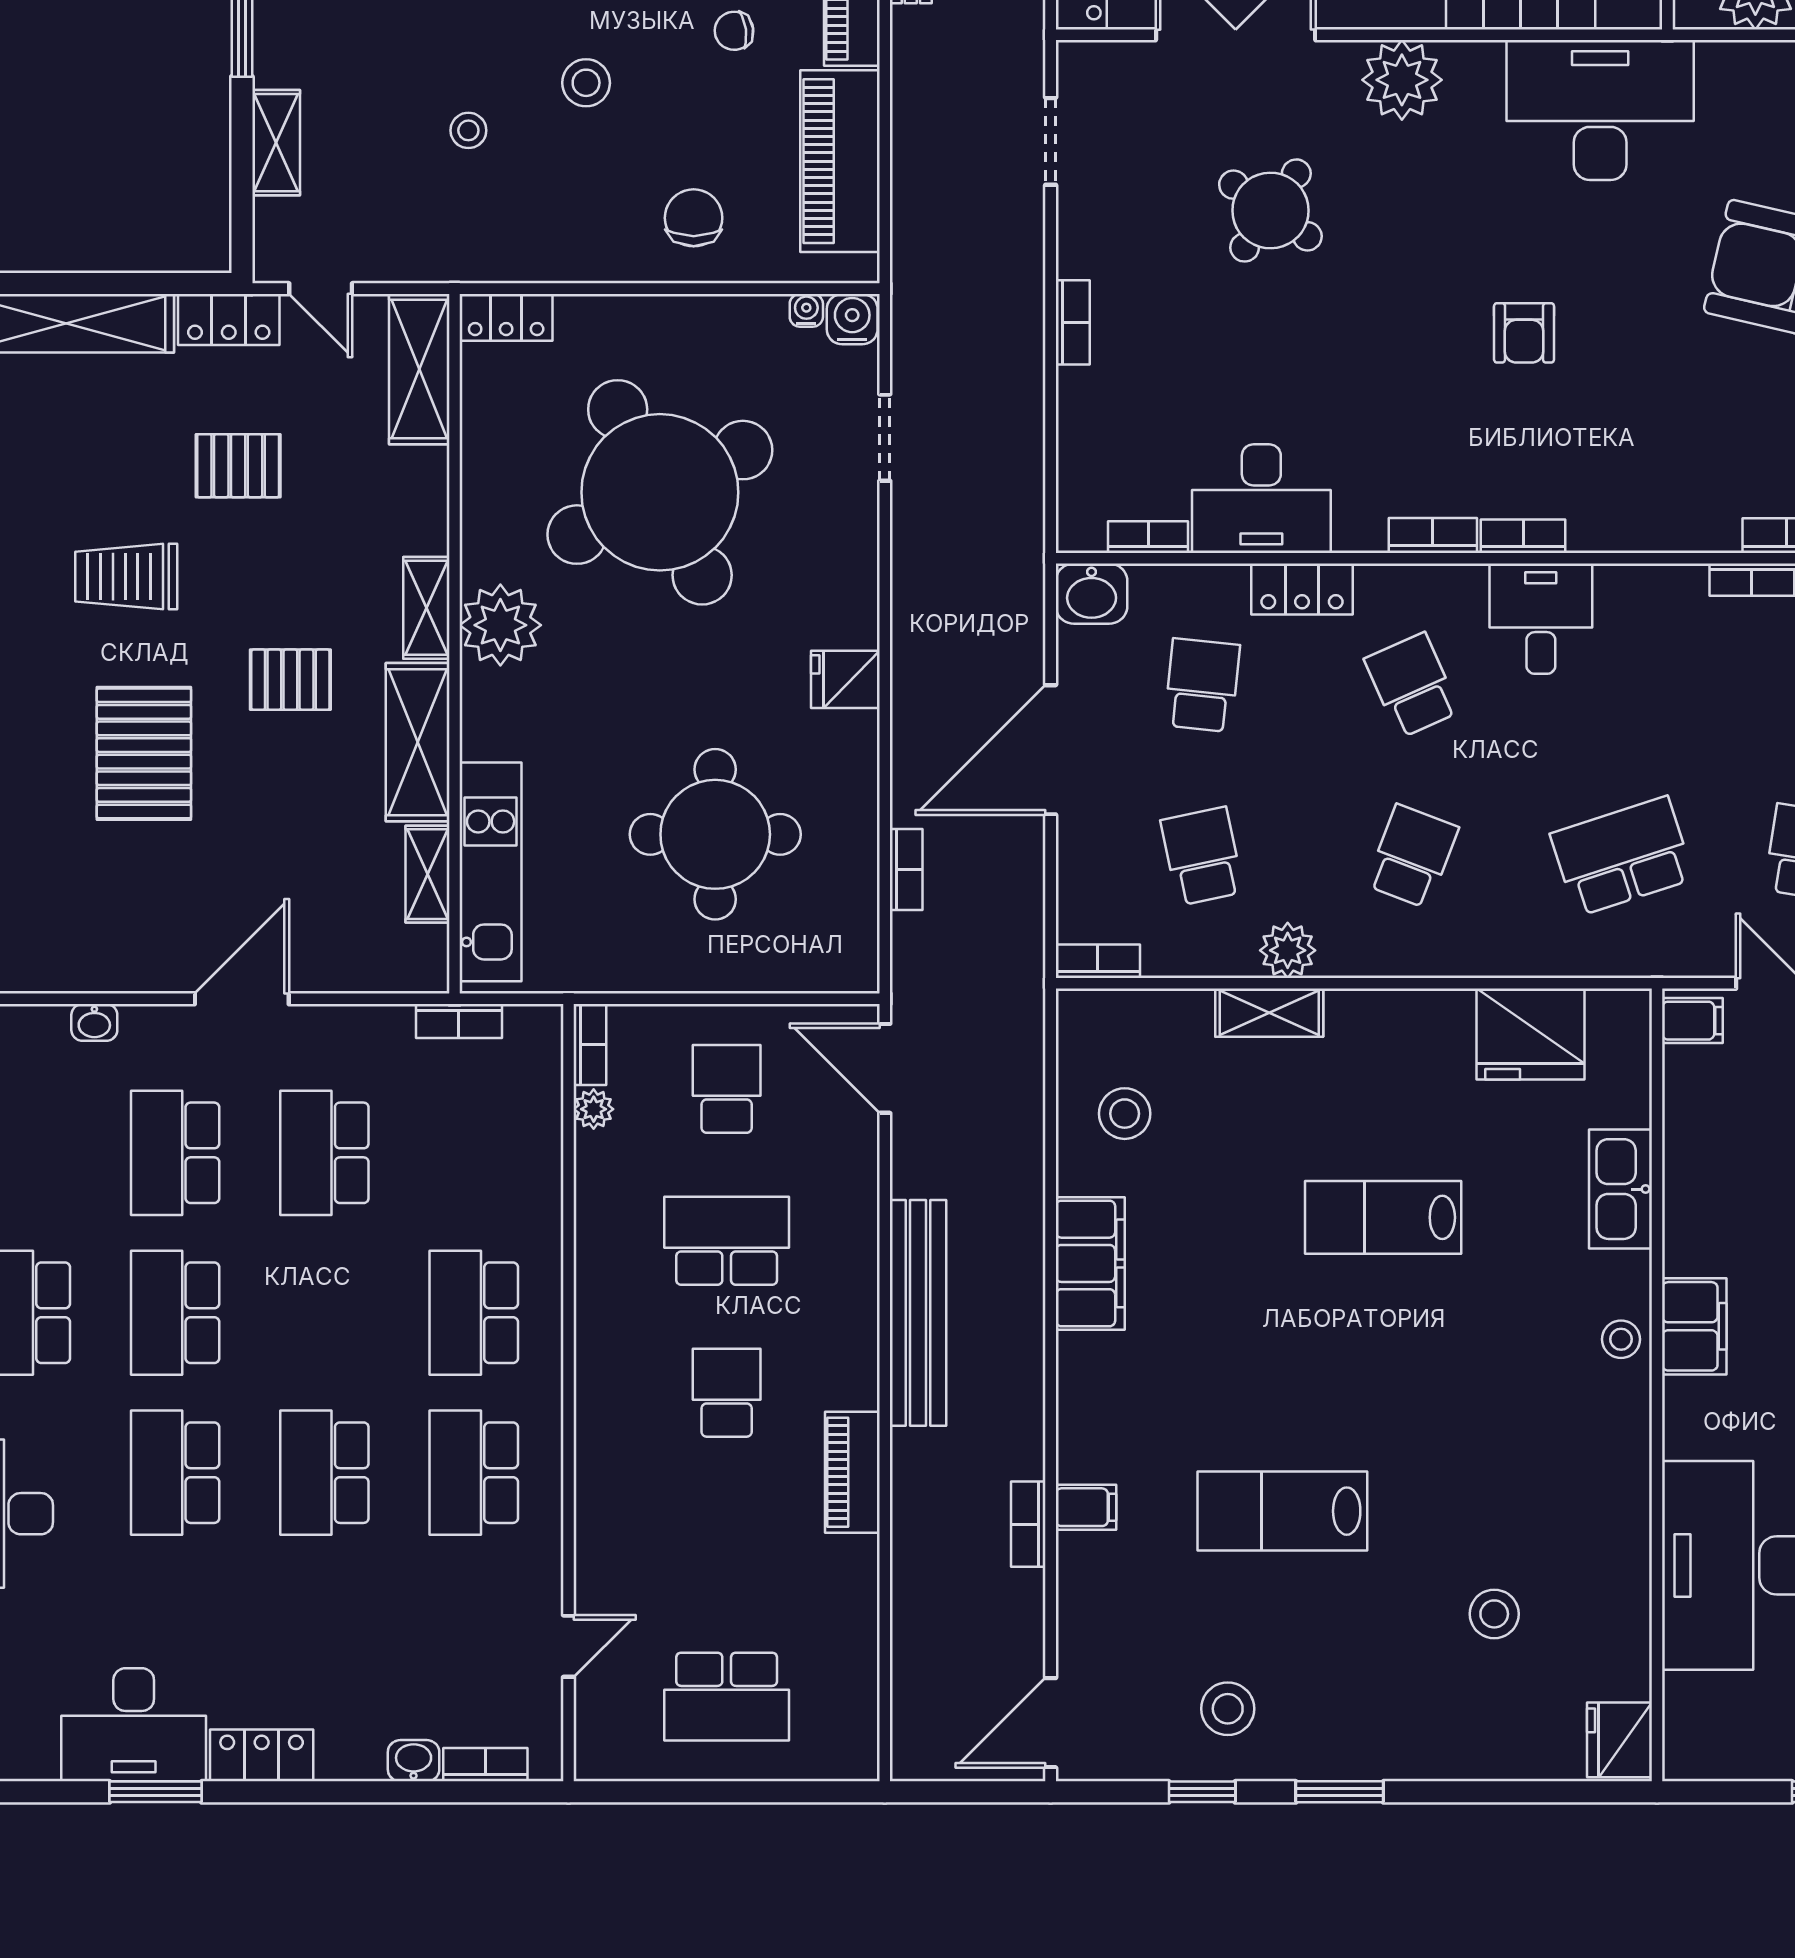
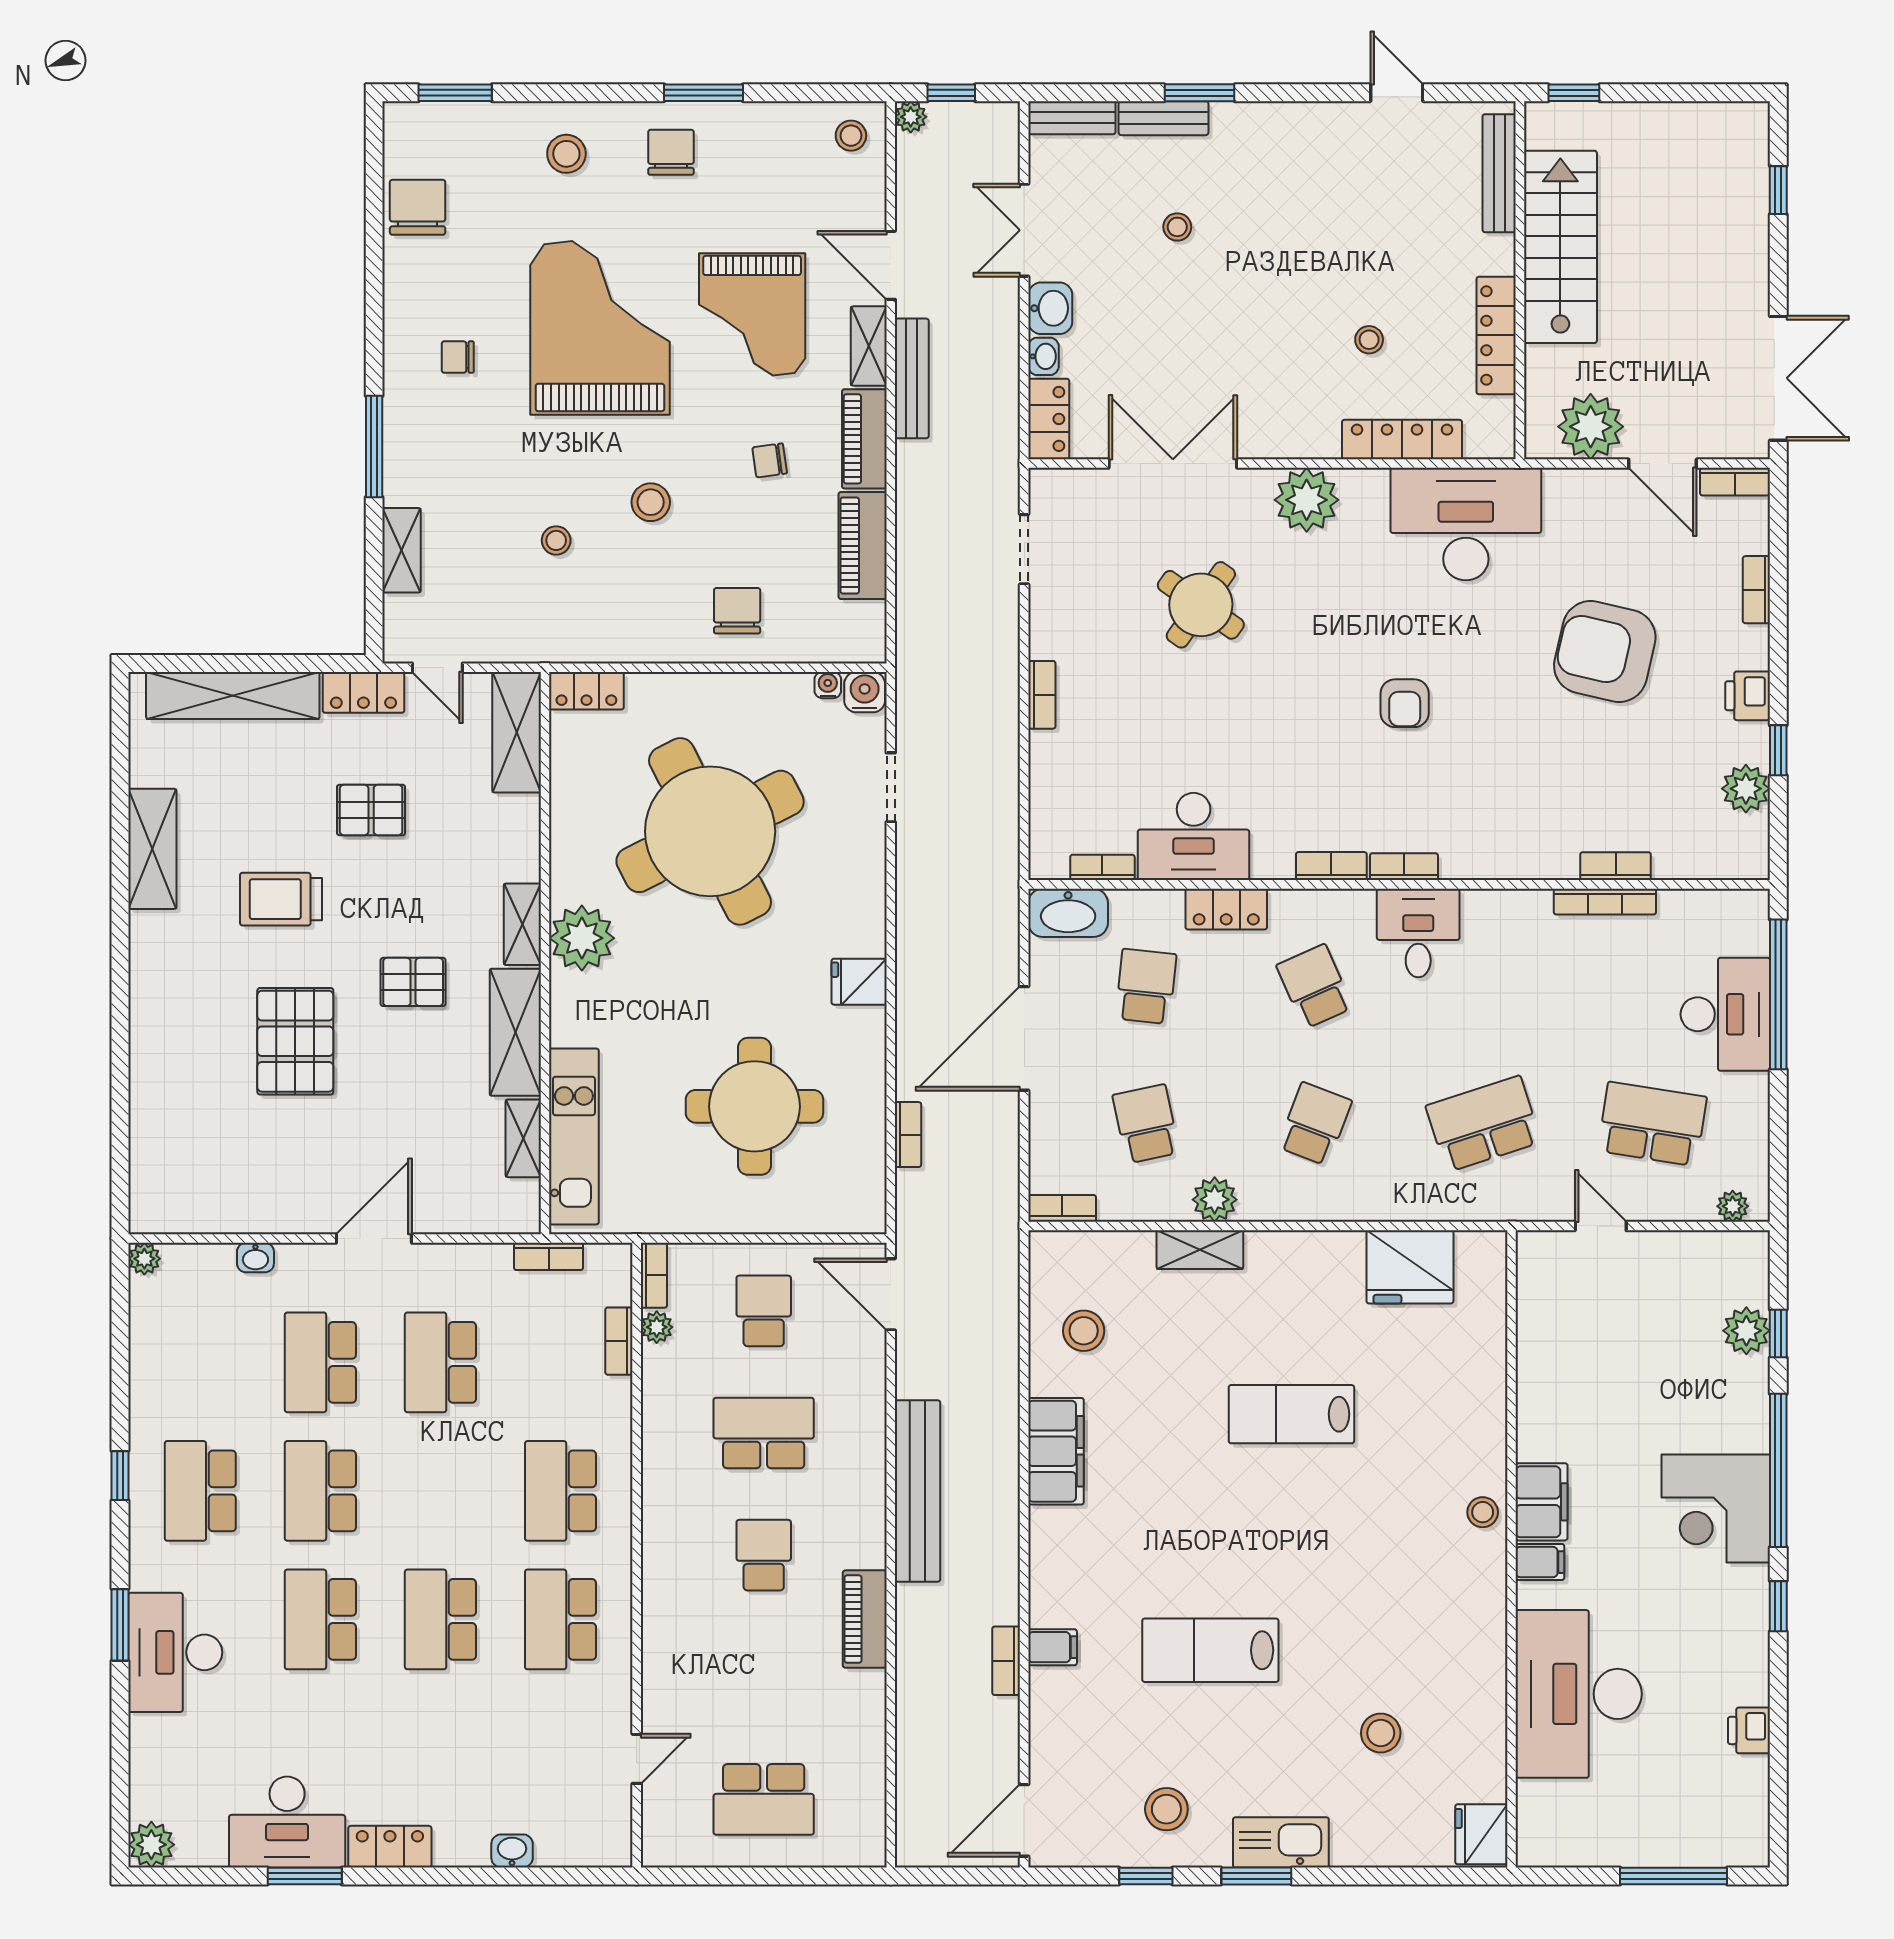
piano: (840, 161) -> (863, 546), width x0.73, depth x0.75
washbasin: (1092, 594) -> (1068, 913), width x1.38
filing cabinet: (1692, 1021) -> (1540, 1562), moved
kitchen sink: (1620, 1189) -> (1281, 1842), moved, turned 90
bookcase: (485, 1765) -> (619, 1341), moved, turned -90

